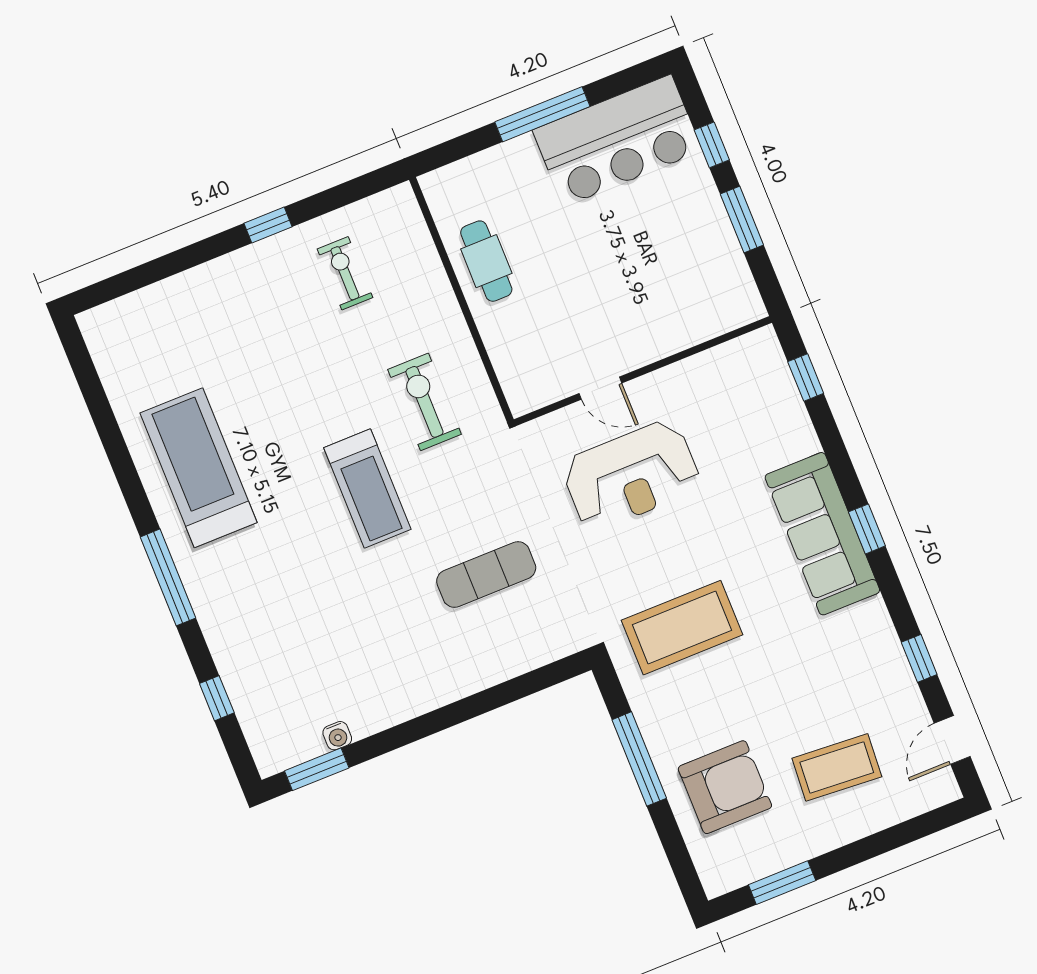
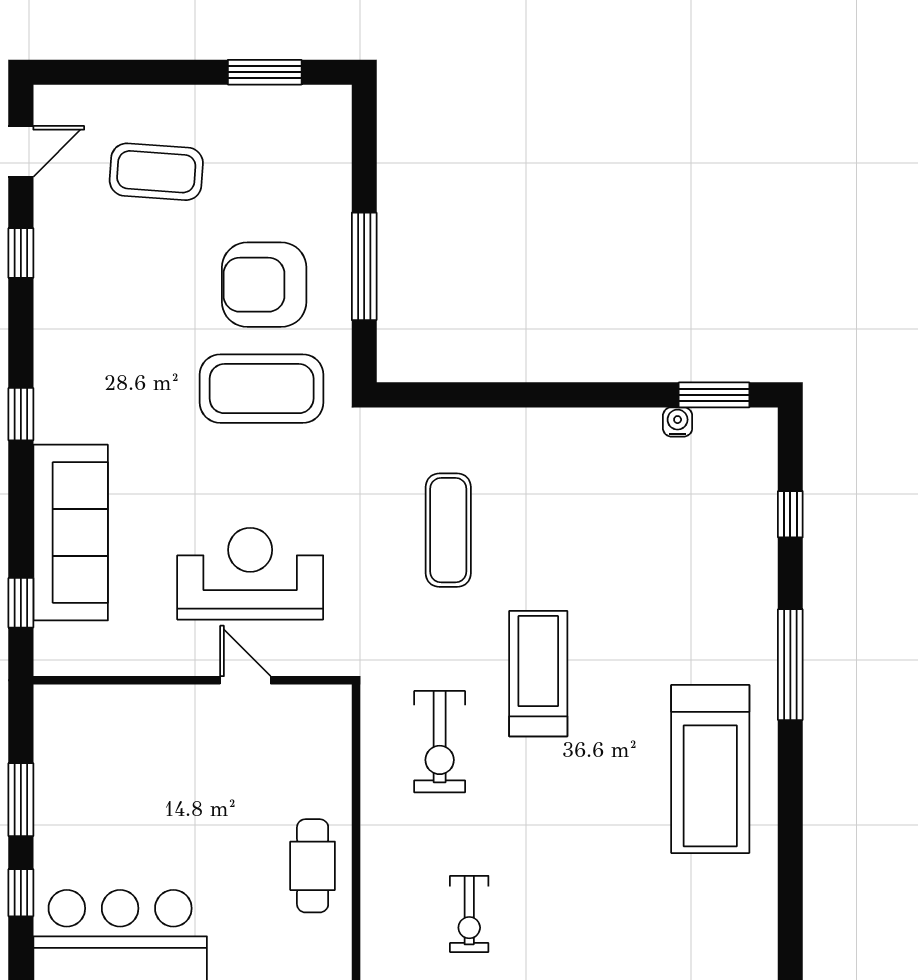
sofa: (822, 534) -> (71, 533), moved
exercise mat: (486, 574) -> (448, 530), turned 90
armchair: (725, 787) -> (264, 285), moved

